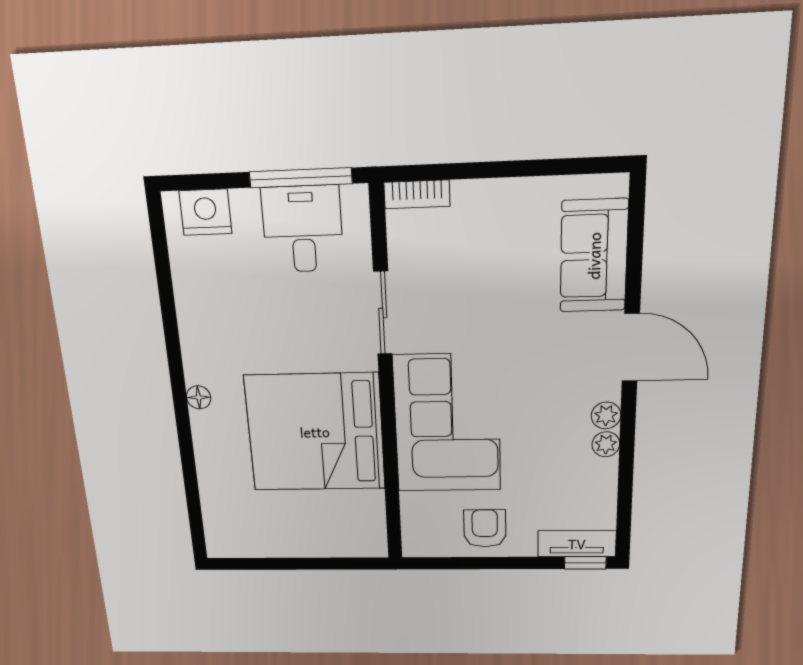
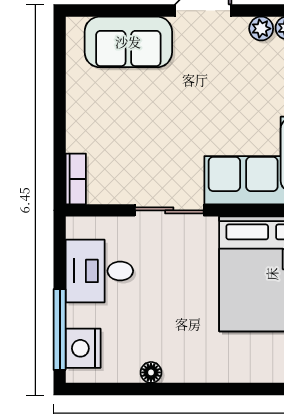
window: (301, 178) -> (60, 329), moved
floor lamp: (199, 397) -> (151, 372), moved

